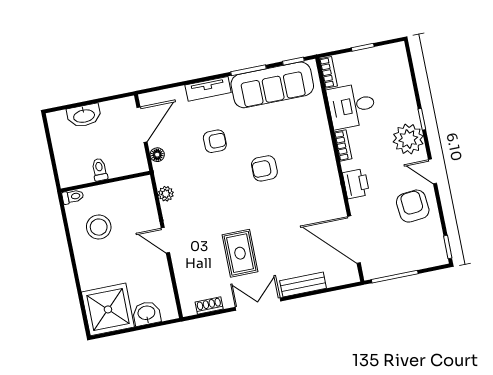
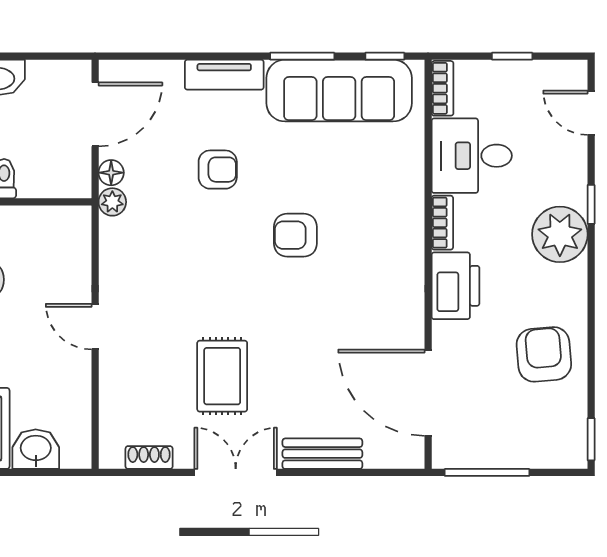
door: (432, 171) -> (591, 113), moved
printer: (356, 184) -> (455, 286), width x1.37, depth x1.19
plant: (166, 194) -> (112, 202), moved

